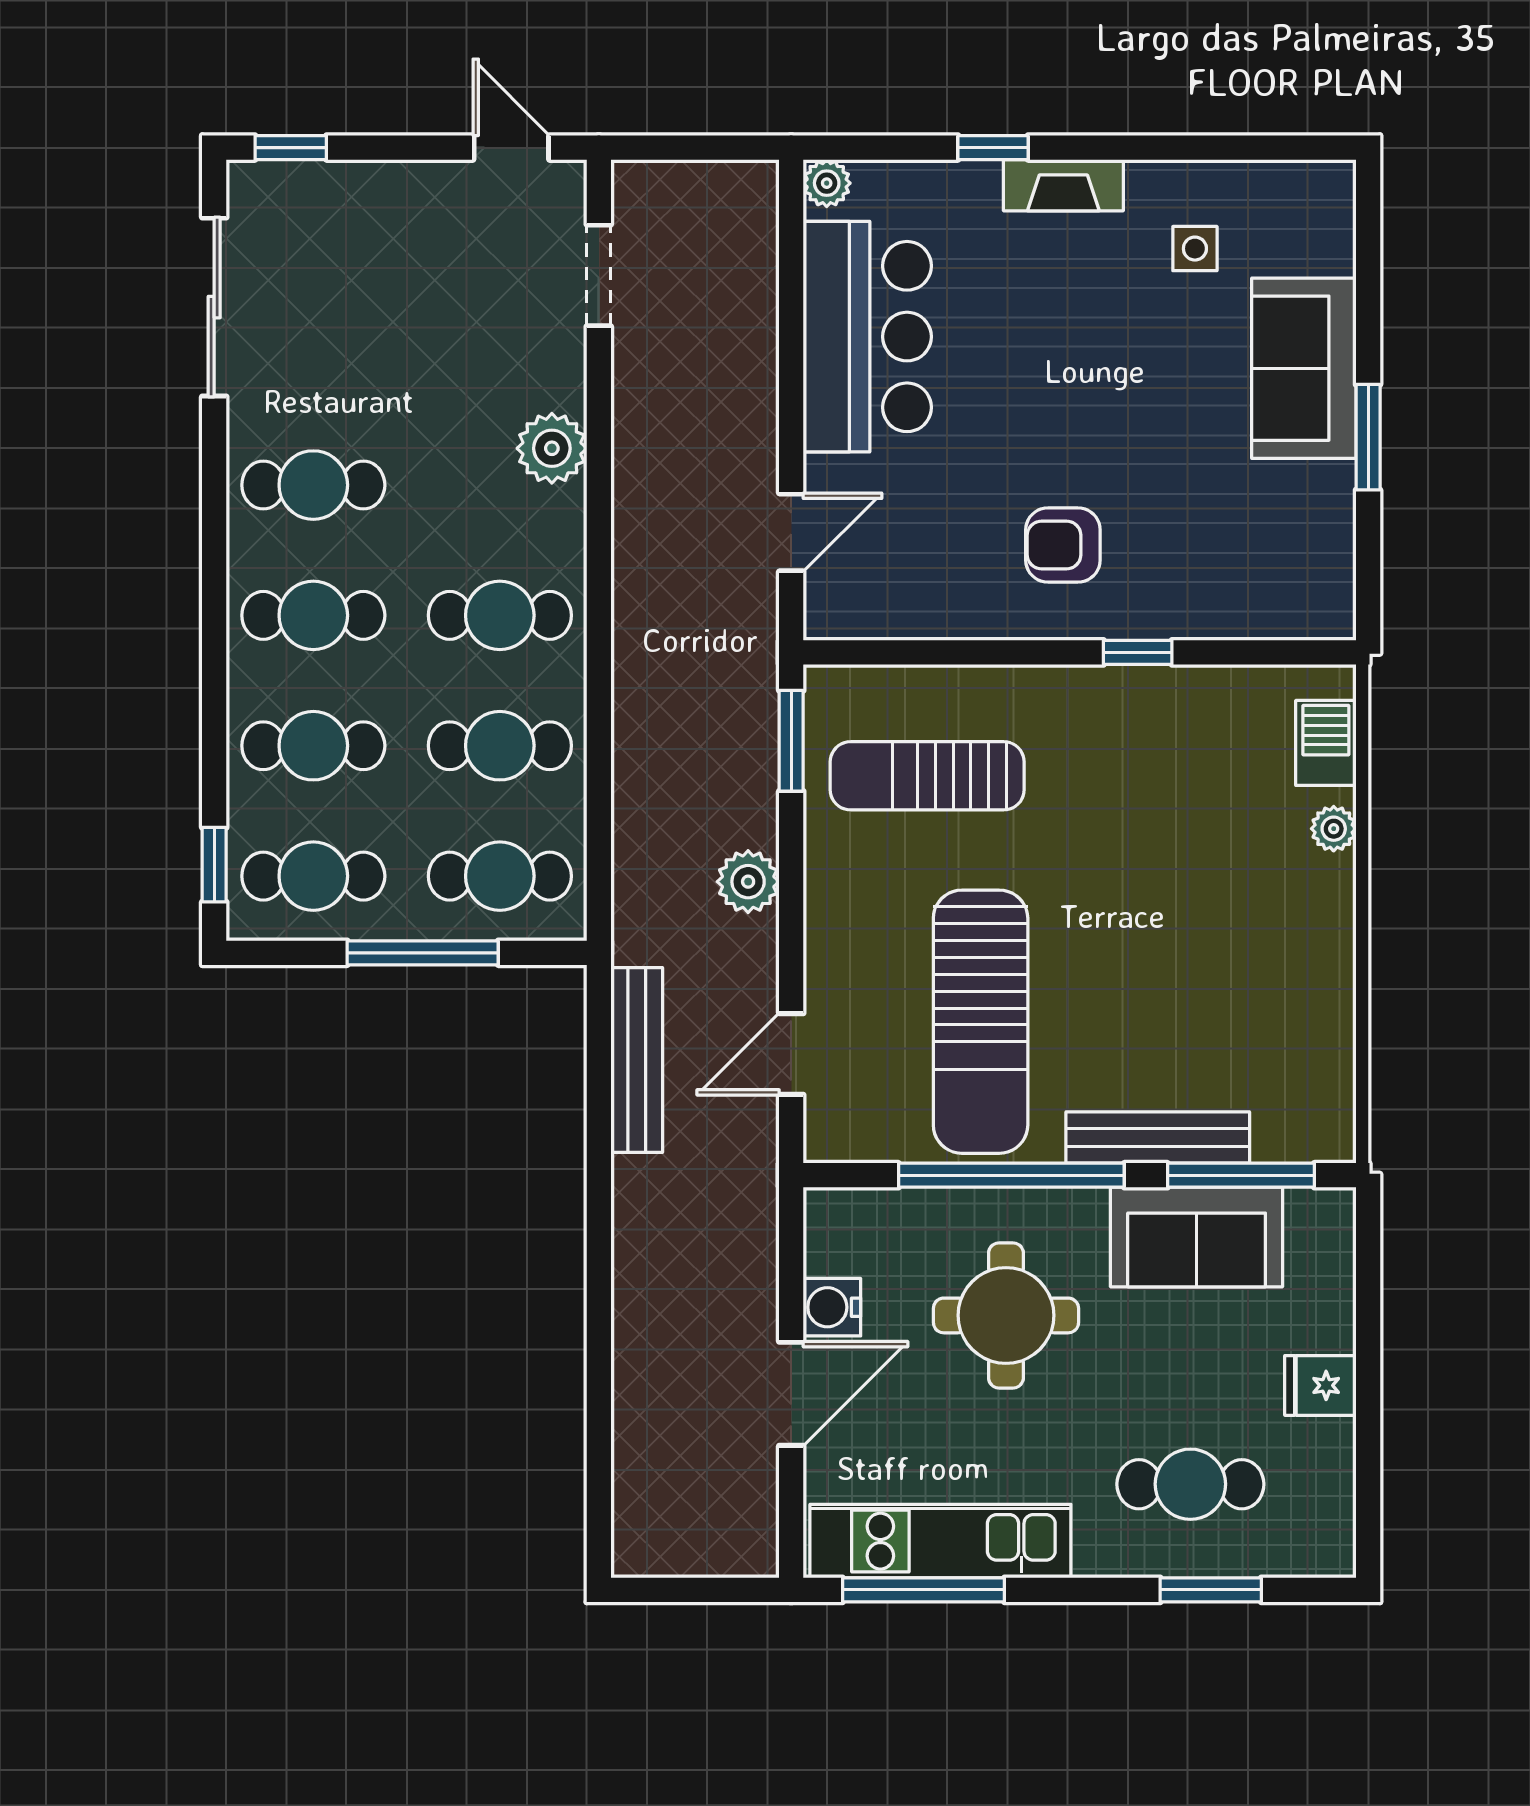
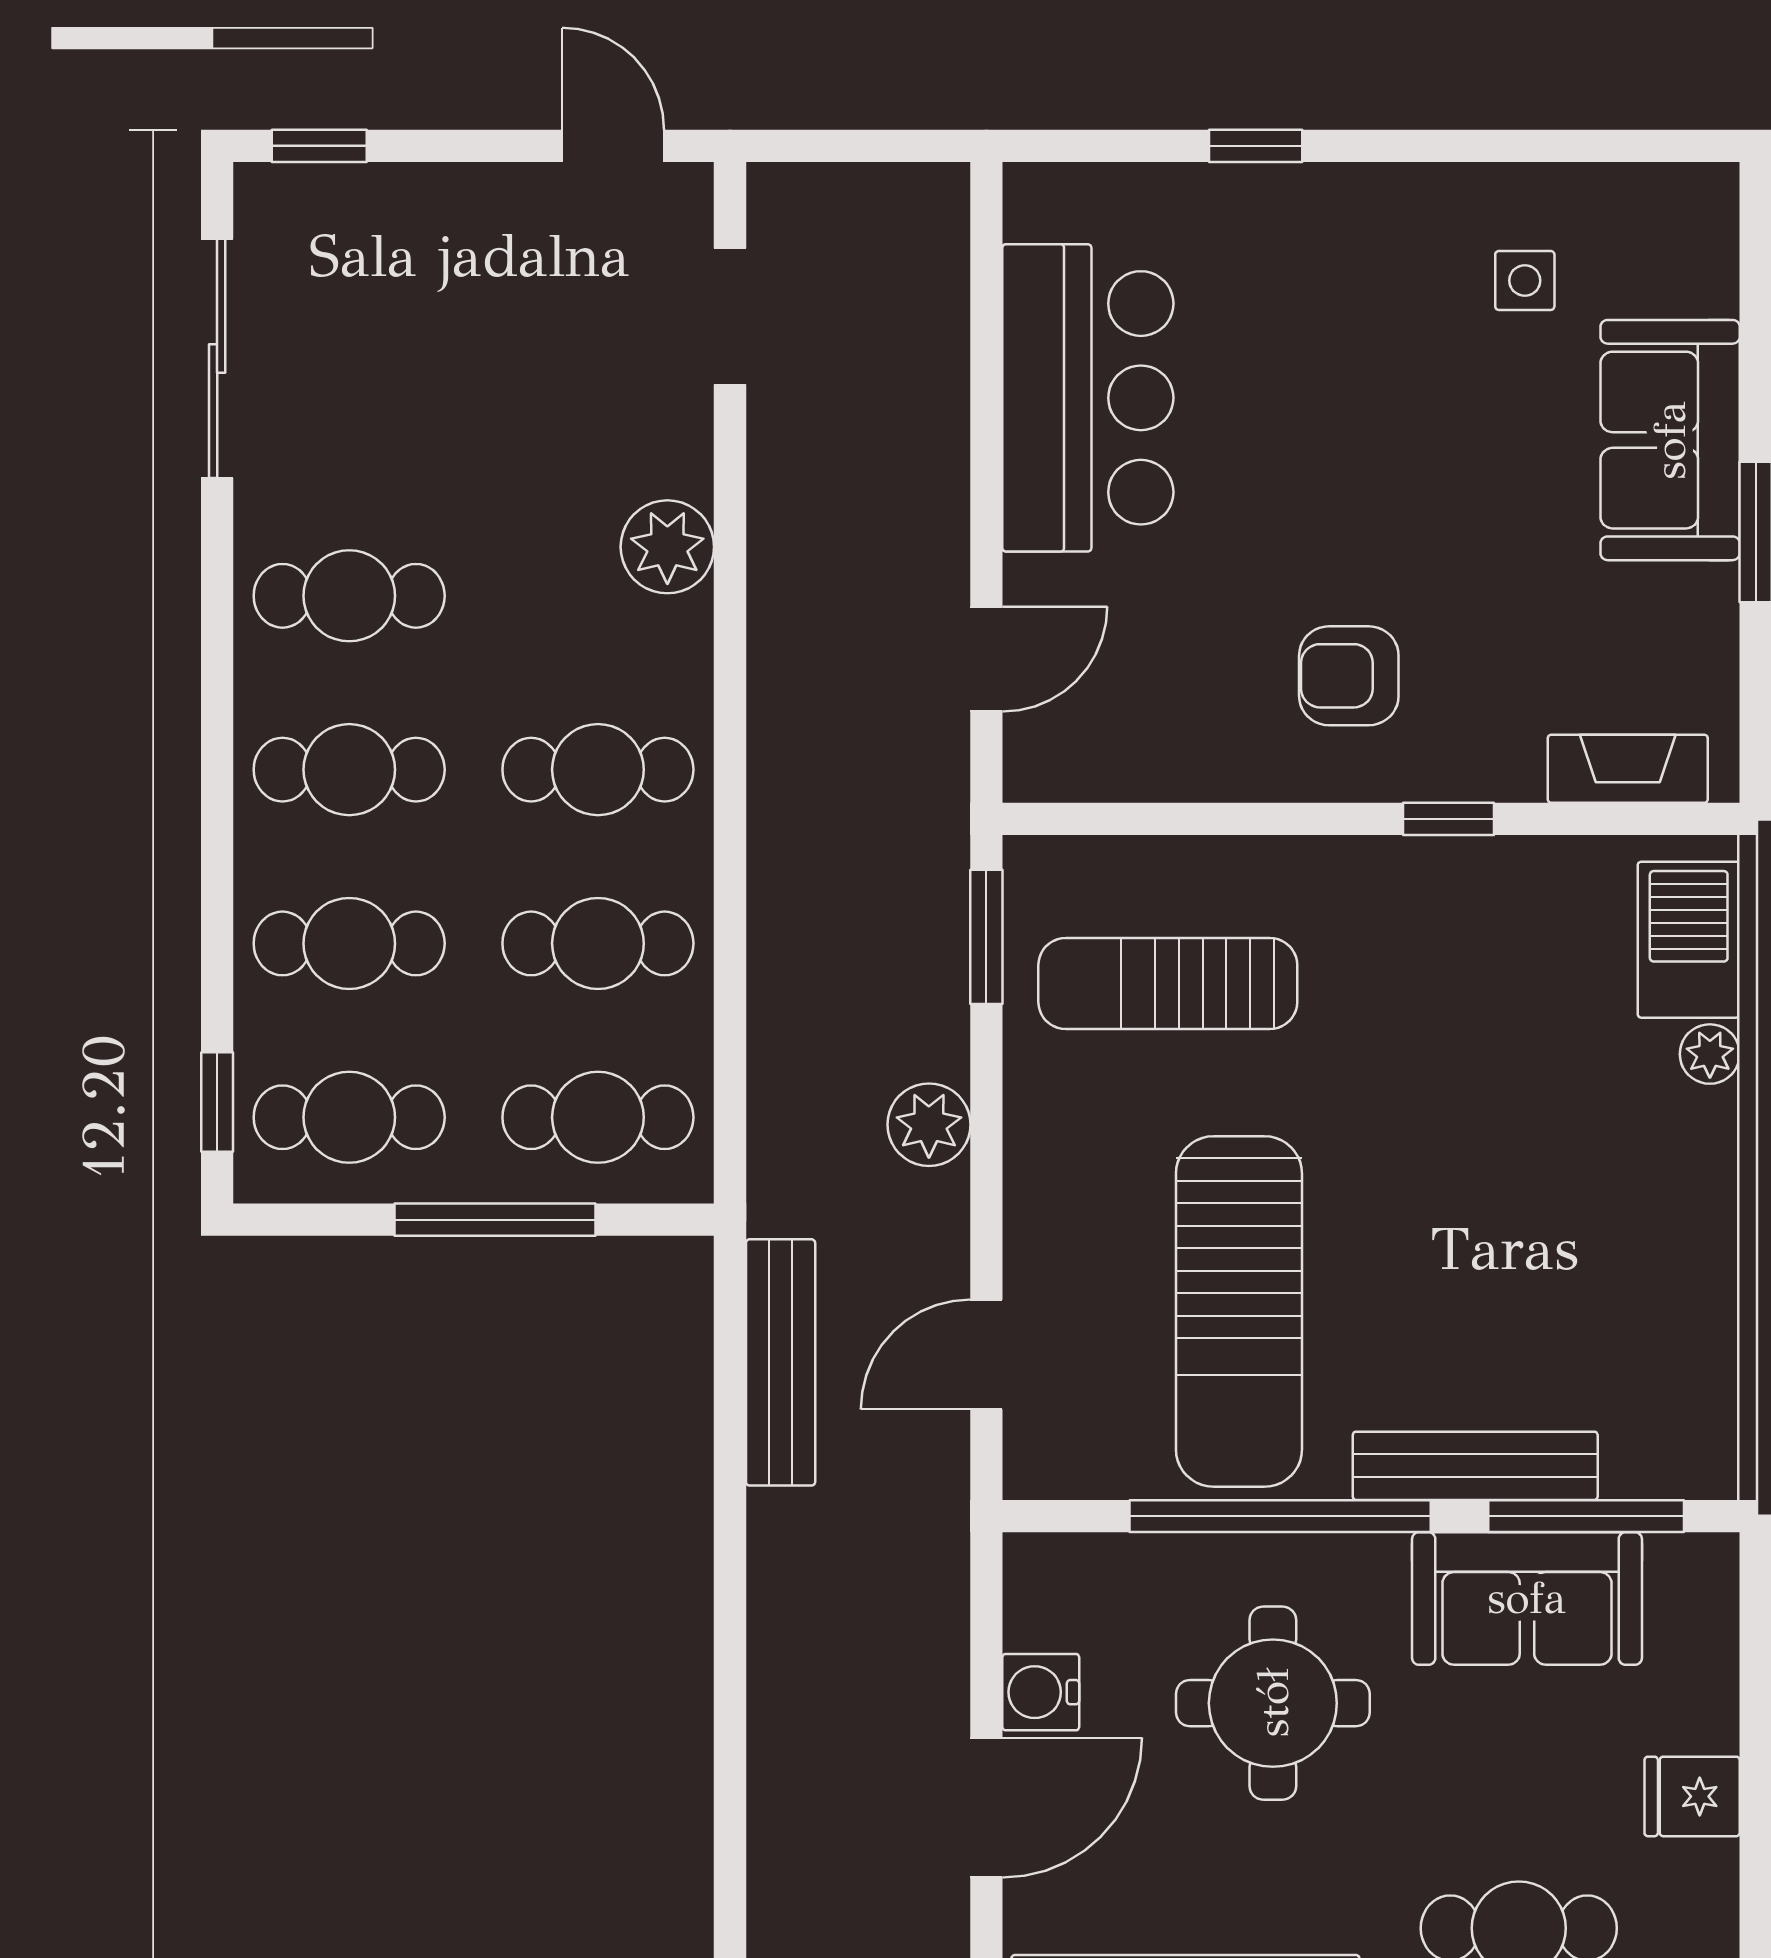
plant: (827, 183) -> (1034, 193), removed
fireplace: (1063, 185) -> (1628, 769), moved, turned 180
barbecue: (1326, 743) -> (1689, 940), width x1.38, depth x1.27

